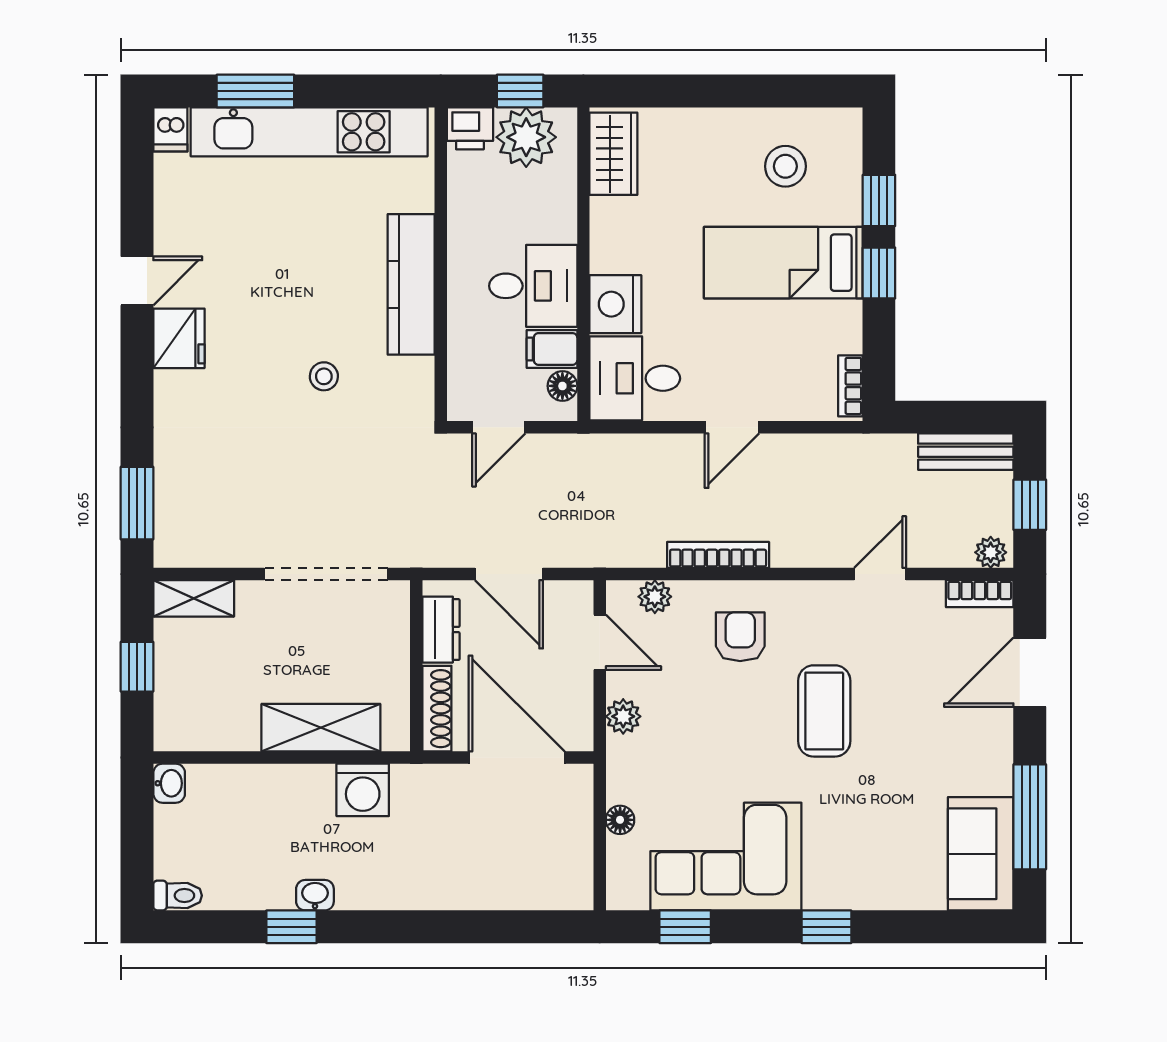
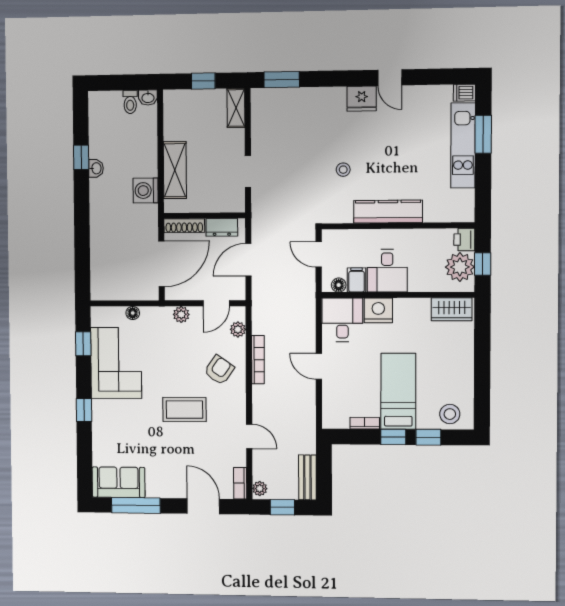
kitchen unit: (309, 132) -> (463, 145), width x0.73
stool: (785, 166) -> (450, 414), moved
bookcase: (850, 386) -> (365, 423), moved
doorway: (326, 574) -> (248, 172), width x0.53
armchair: (740, 637) -> (219, 370), turned -55
toilet: (178, 896) -> (130, 102), moved

